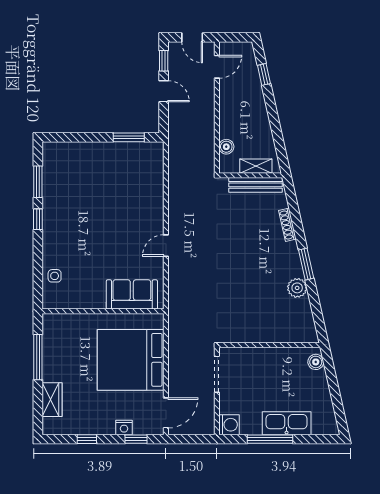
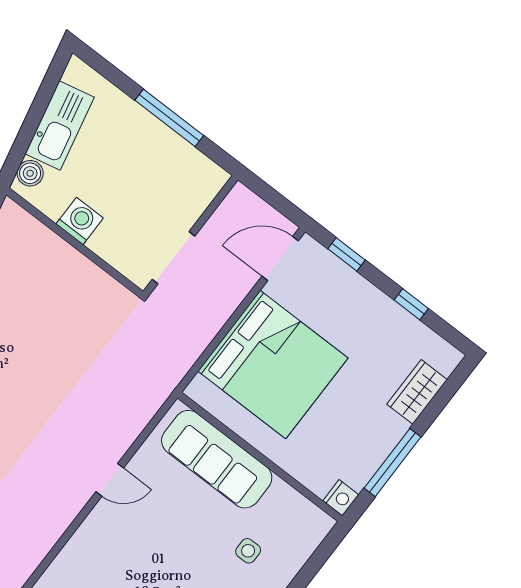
side table: (55, 276) -> (248, 551), moved
sofa: (132, 294) -> (217, 459), width x1.36
kitchen sink: (287, 423) -> (60, 125), moved, turned -103
washing machine: (229, 425) -> (80, 221), moved, turned 90
nightstand: (124, 427) -> (341, 498), moved, turned 90

